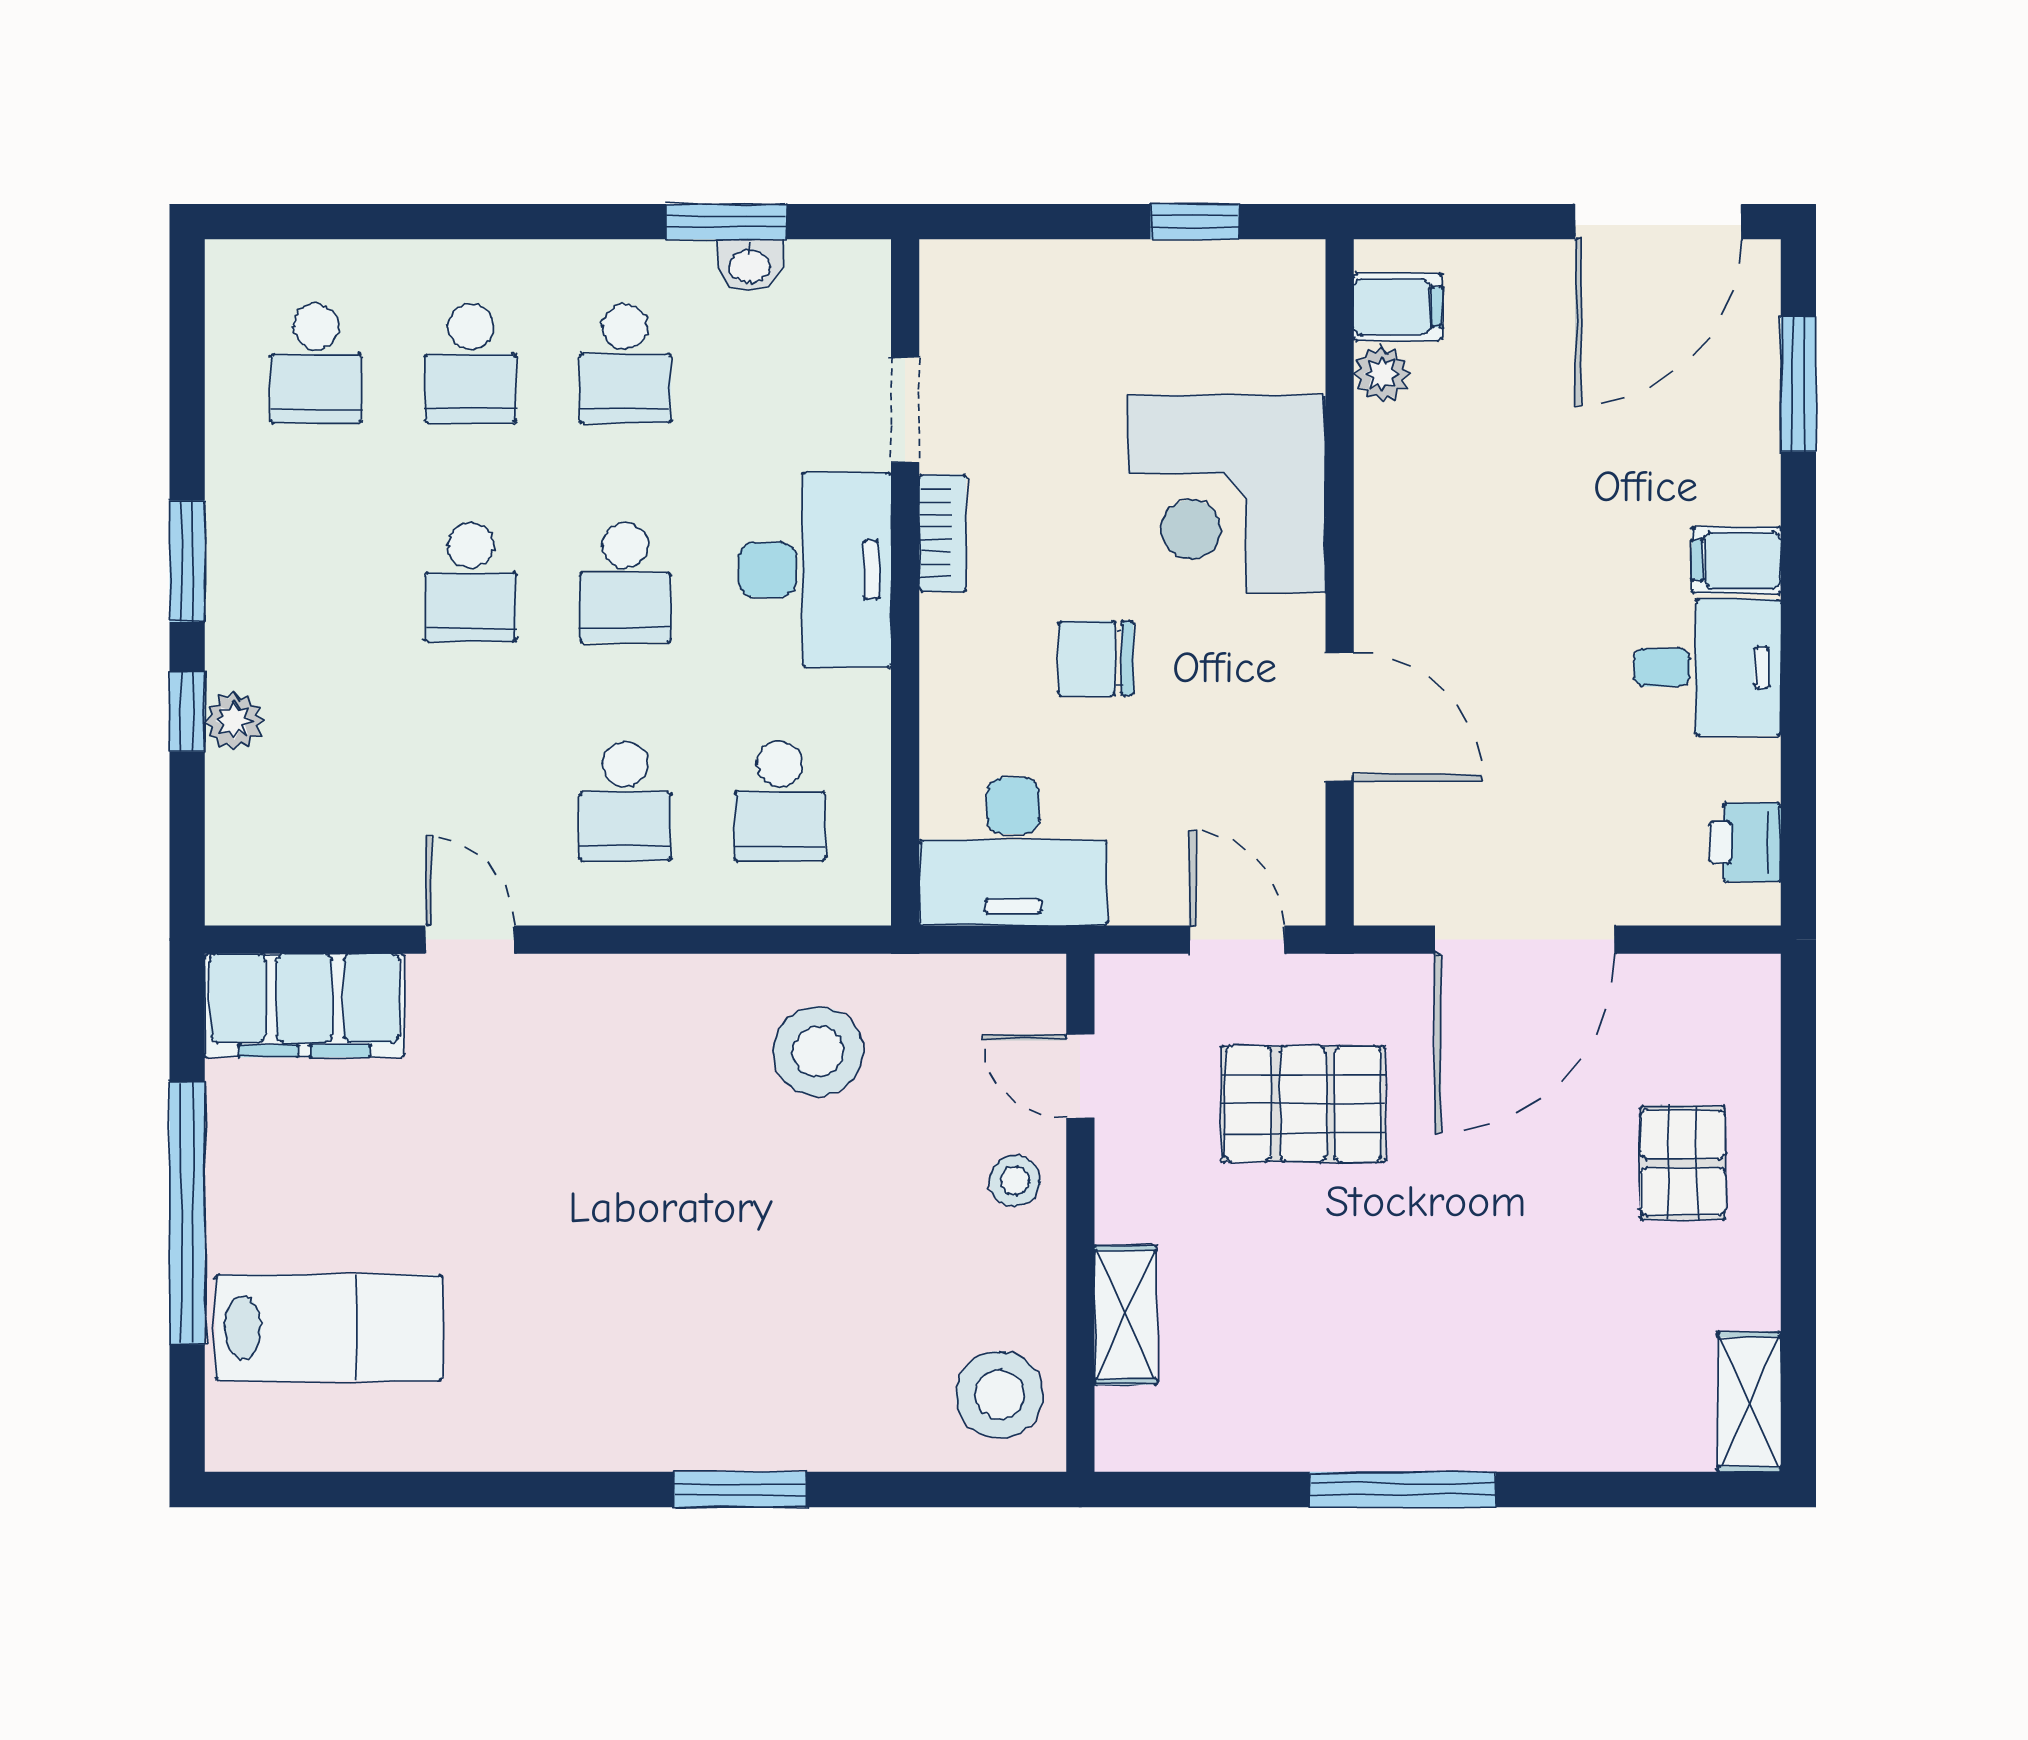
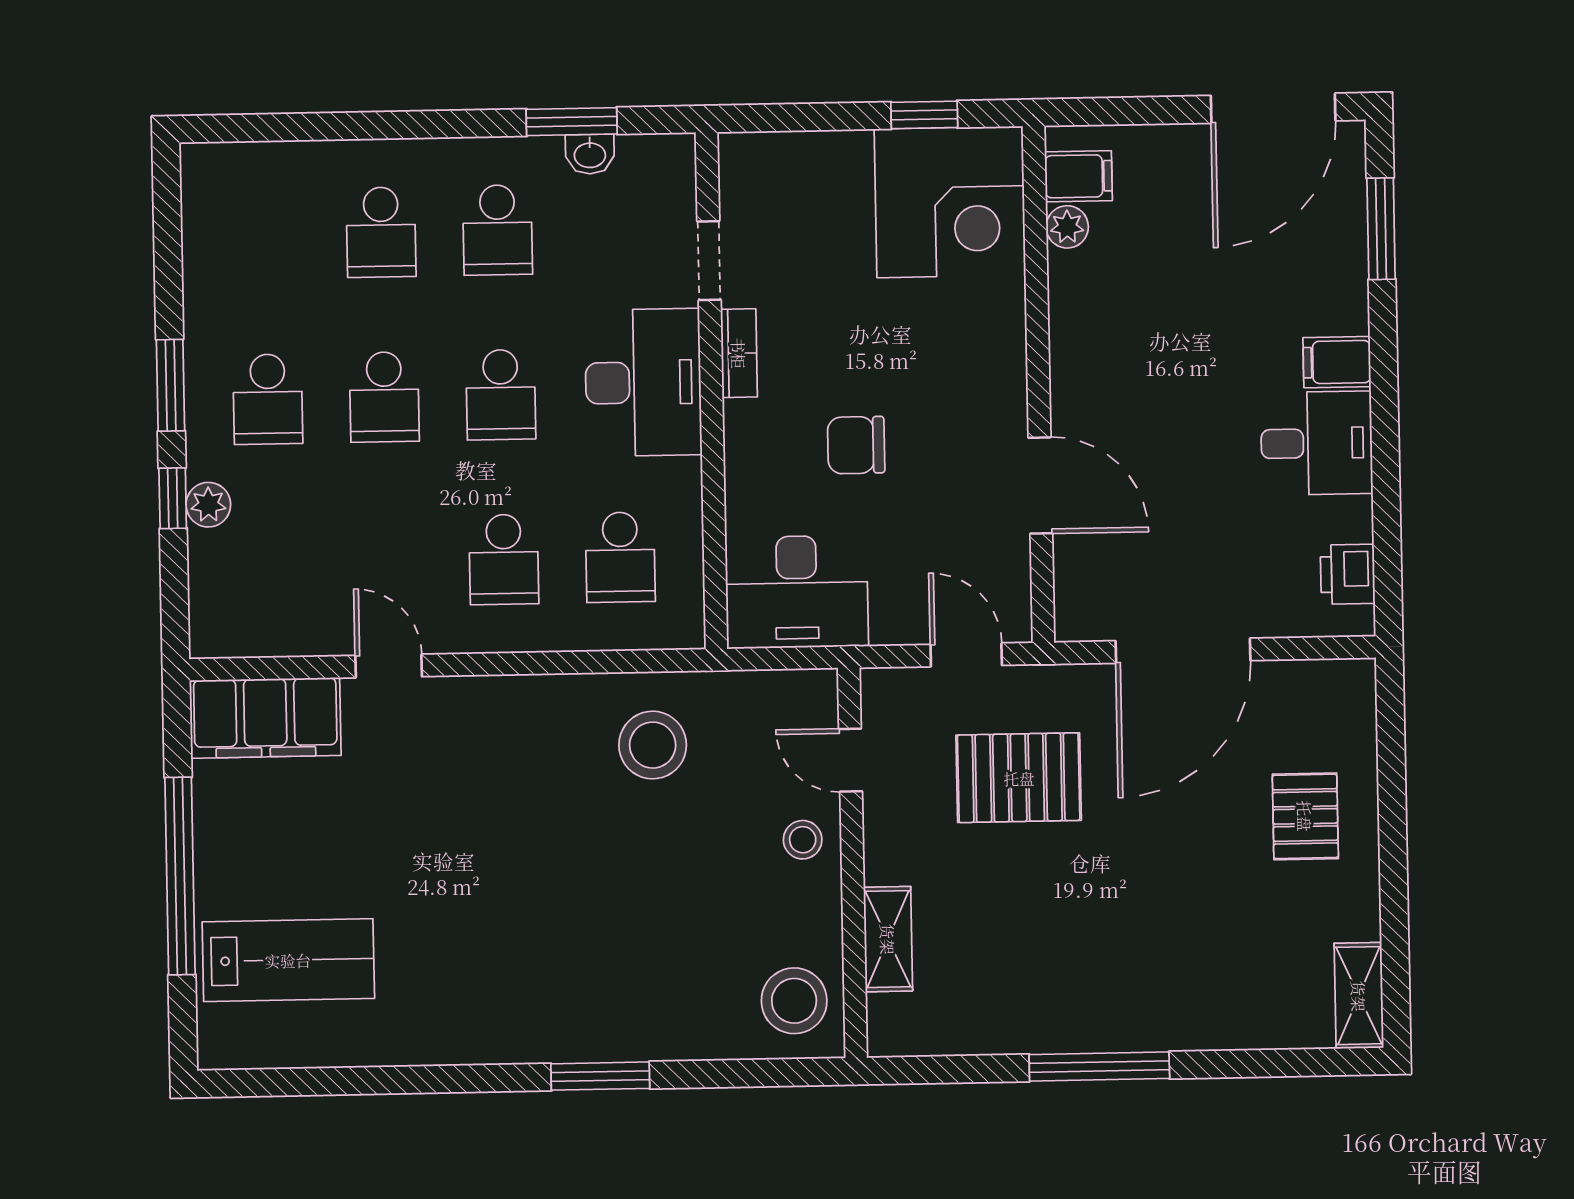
school desk: (316, 364) -> (268, 399), moved
corner desk: (1227, 494) -> (950, 202), moved, turned -90

